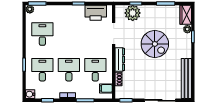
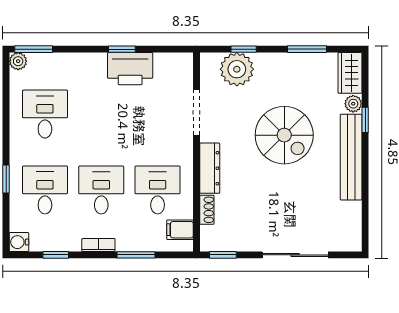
printer: (96, 13) -> (130, 69), moved
bench: (186, 78) -> (351, 157), moved

